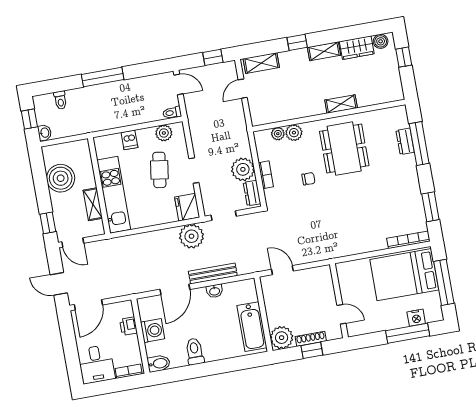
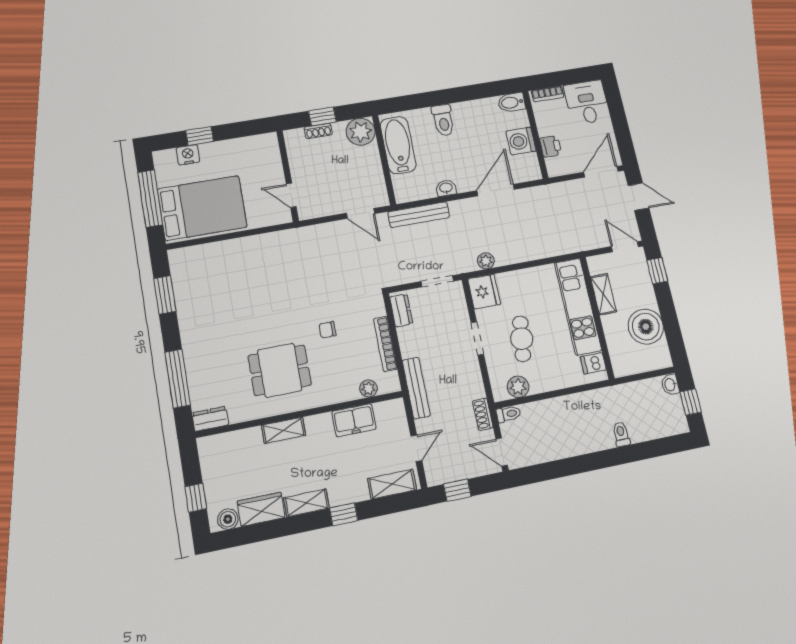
window: (103, 77) -> (601, 460), removed
toilet: (60, 100) -> (621, 434), moved
freezer: (289, 110) -> (354, 420), added
shoe rack: (192, 113) -> (483, 414), added
bench: (242, 133) -> (416, 388), added
plant: (294, 133) -> (347, 390), removed
dishwasher: (129, 140) -> (593, 363), moved, turned -90
dresser: (405, 141) -> (210, 419), moved, turned -90
dining table: (344, 149) -> (280, 370), width x0.73
plant: (243, 169) -> (414, 341), removed
bookcase: (266, 175) -> (385, 344), width x1.56
plant: (192, 236) -> (486, 261), width x0.53, depth x0.53
bookcase: (408, 240) -> (196, 252), removed
bench: (213, 273) -> (419, 215), moved
door: (341, 314) -> (291, 195), moved
window: (408, 333) -> (200, 136), width x0.46
shoe rack: (311, 339) -> (318, 131), width x0.70
toilet: (195, 351) -> (443, 120), moved

